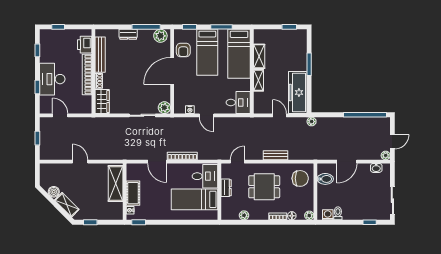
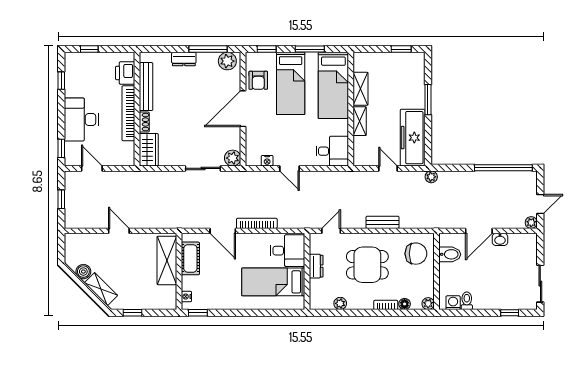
window: (37, 87) -> (61, 148), moved
washbasin: (376, 168) -> (500, 239), moved
cot: (133, 193) -> (190, 258), moved

